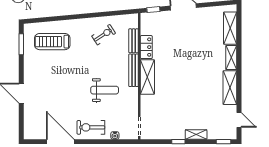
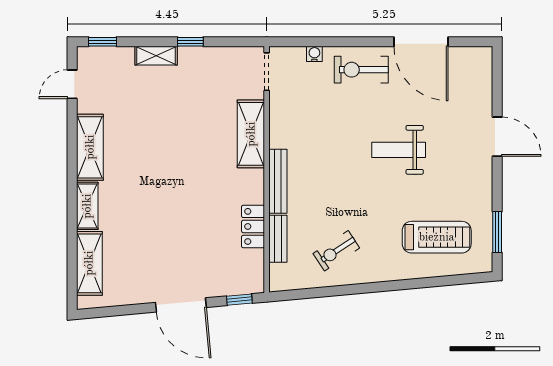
shelving: (147, 77) -> (251, 134), moved
weight bench: (105, 90) -> (399, 150), moved
door: (239, 120) -> (72, 84), hinge flipped
exercise bike: (91, 127) -> (361, 70), turned 180

